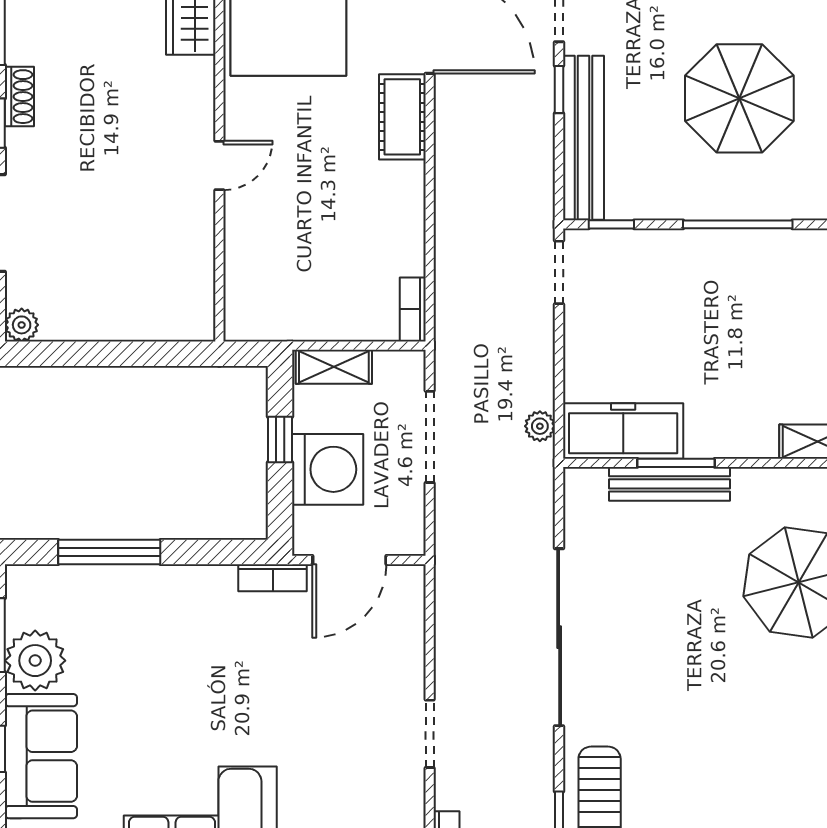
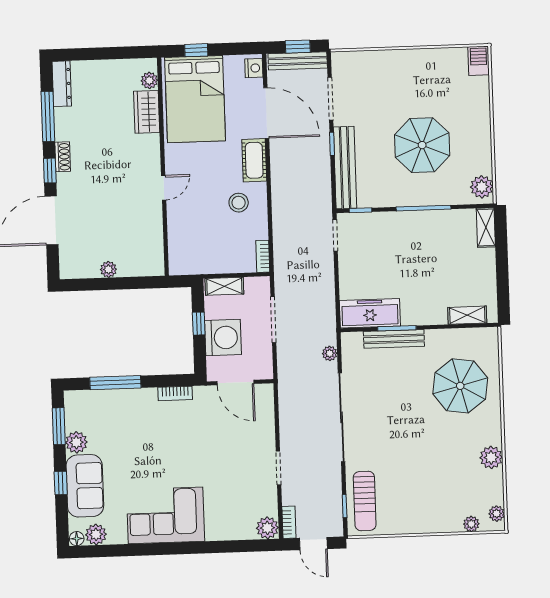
stool: (368, 200) -> (239, 203), added
plant: (22, 325) -> (108, 269), moved
plant: (540, 426) -> (330, 353), moved
door: (349, 560) -> (235, 382), hinge flipped
bookcase: (273, 578) -> (175, 393), moved
plant: (35, 661) -> (76, 442), width x0.73, depth x0.73

